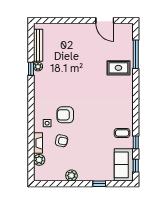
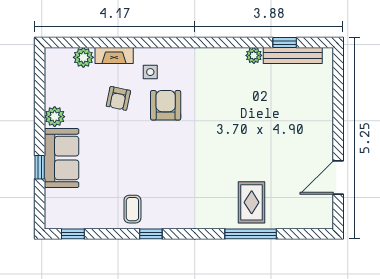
window: (136, 54) -> (251, 234), moved
window: (31, 69) -> (285, 43), moved
window: (136, 142) -> (151, 234), moved
sofa: (124, 165) -> (62, 158), moved, turned 90

